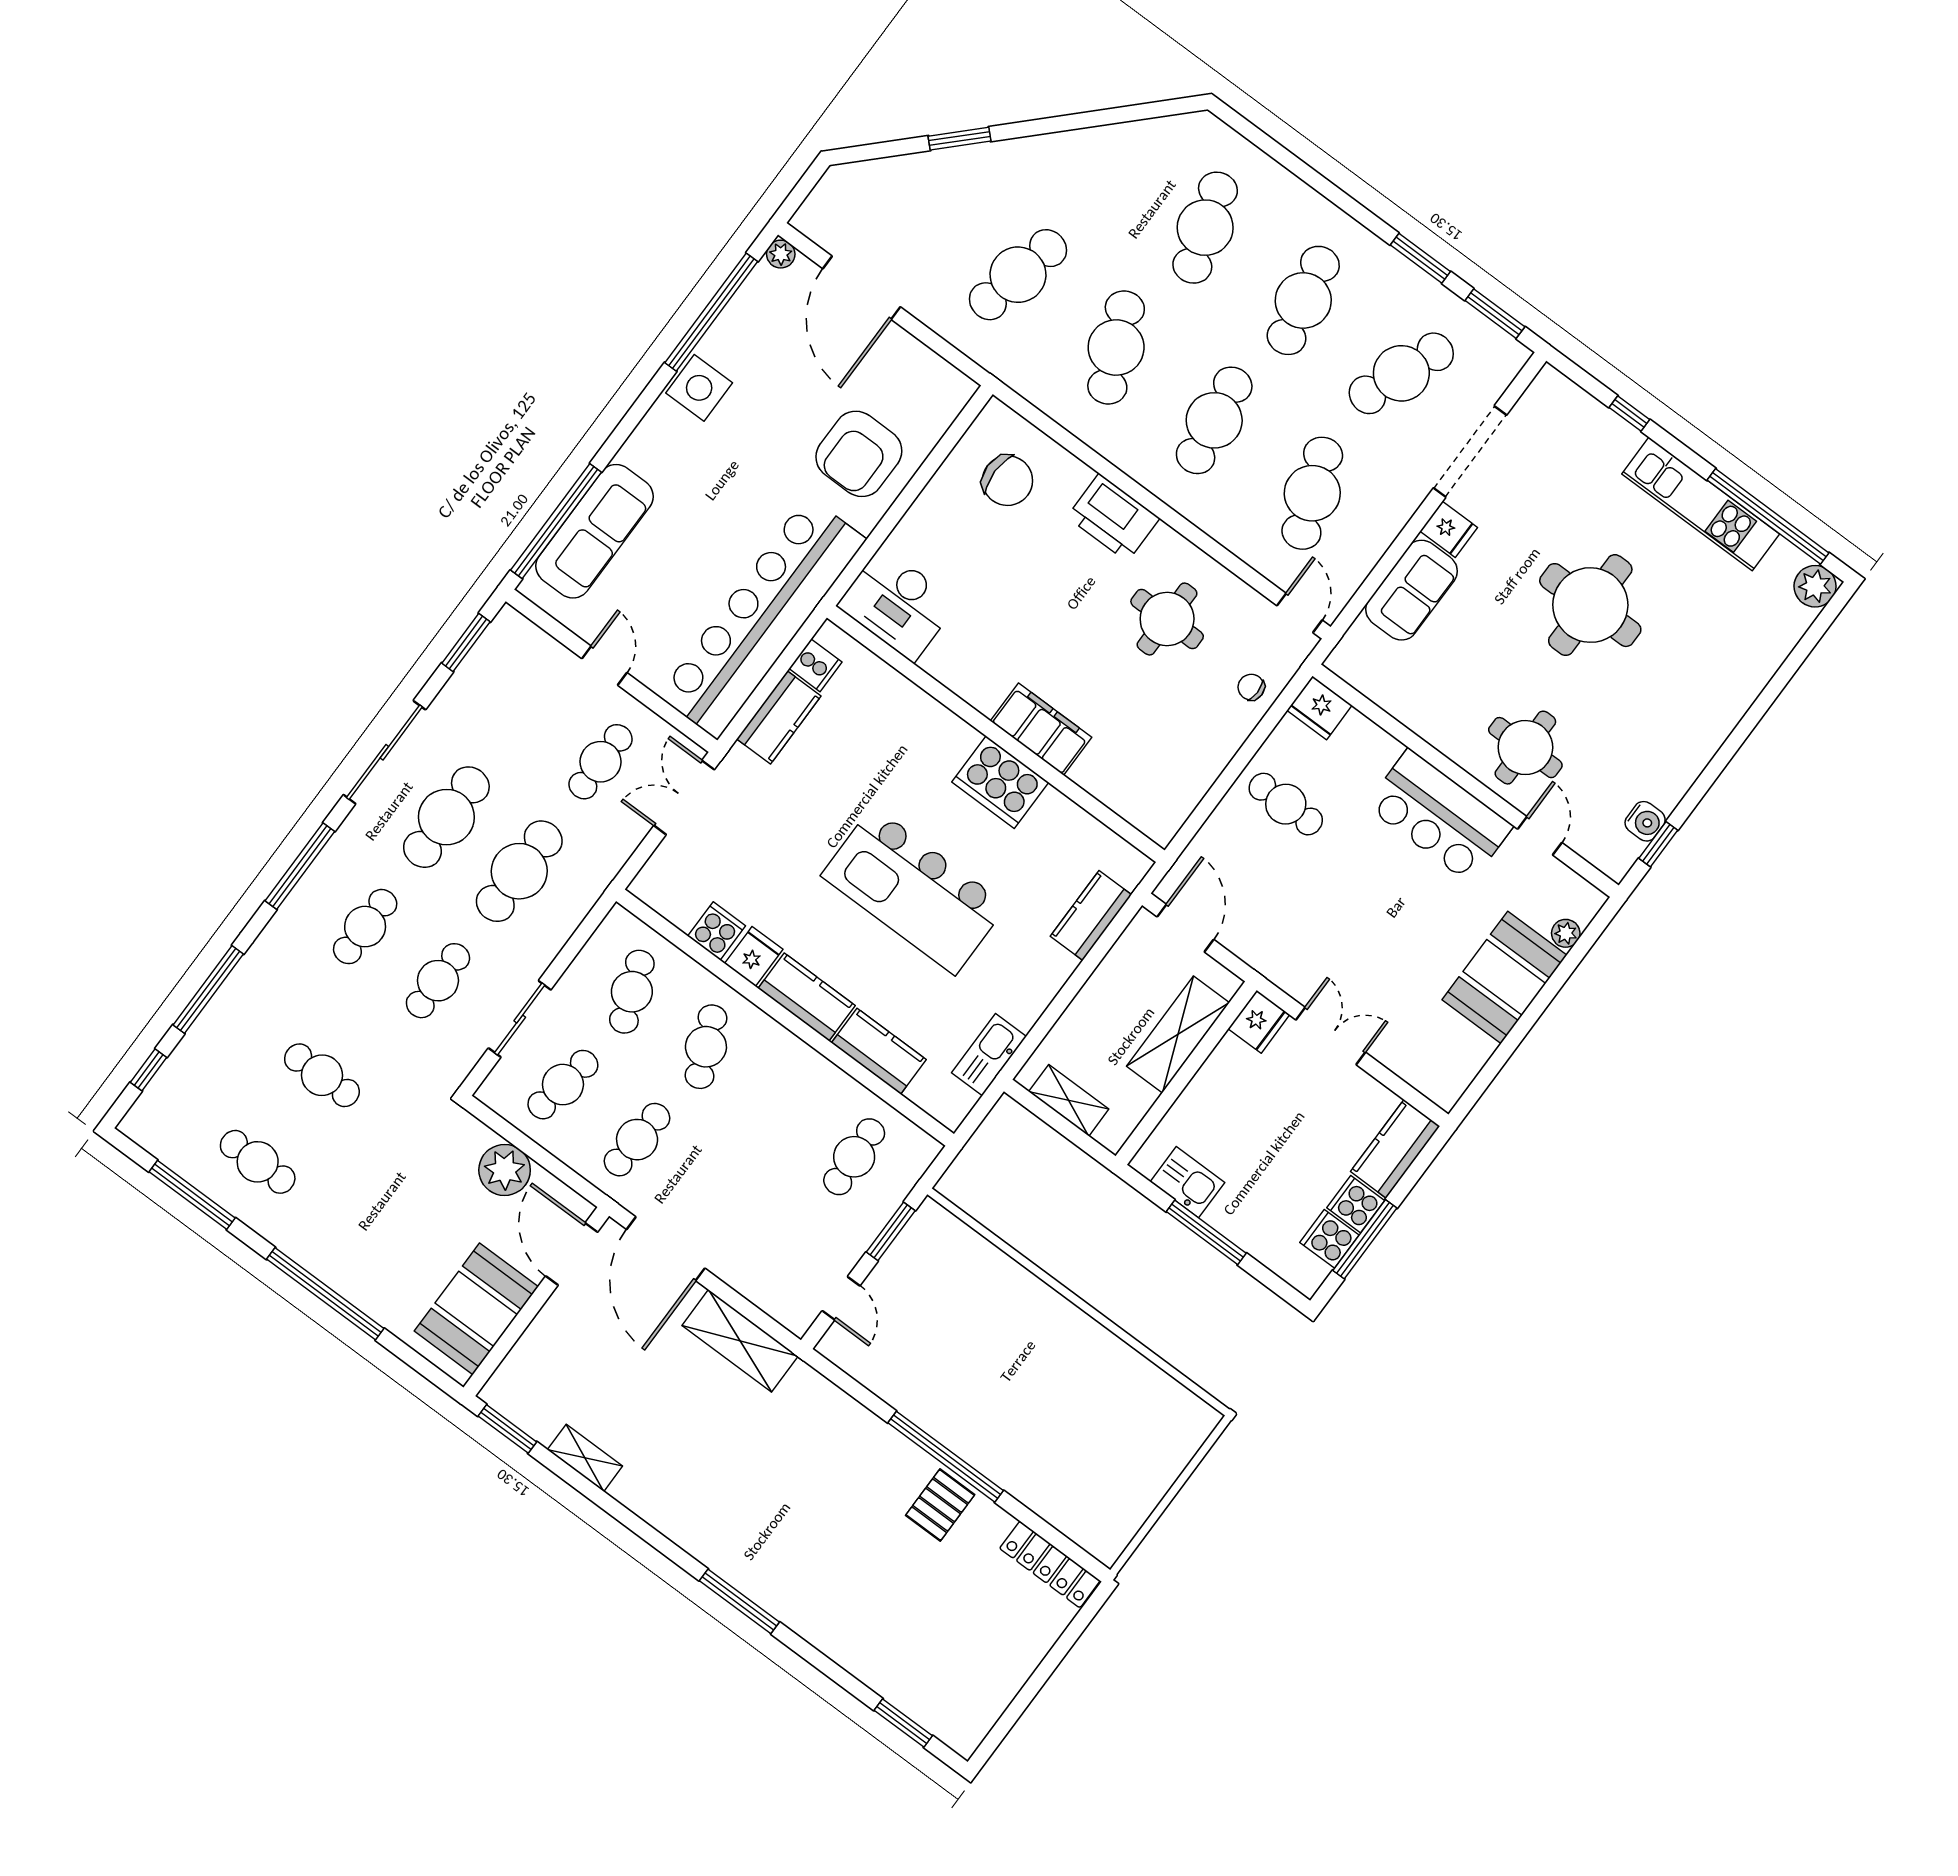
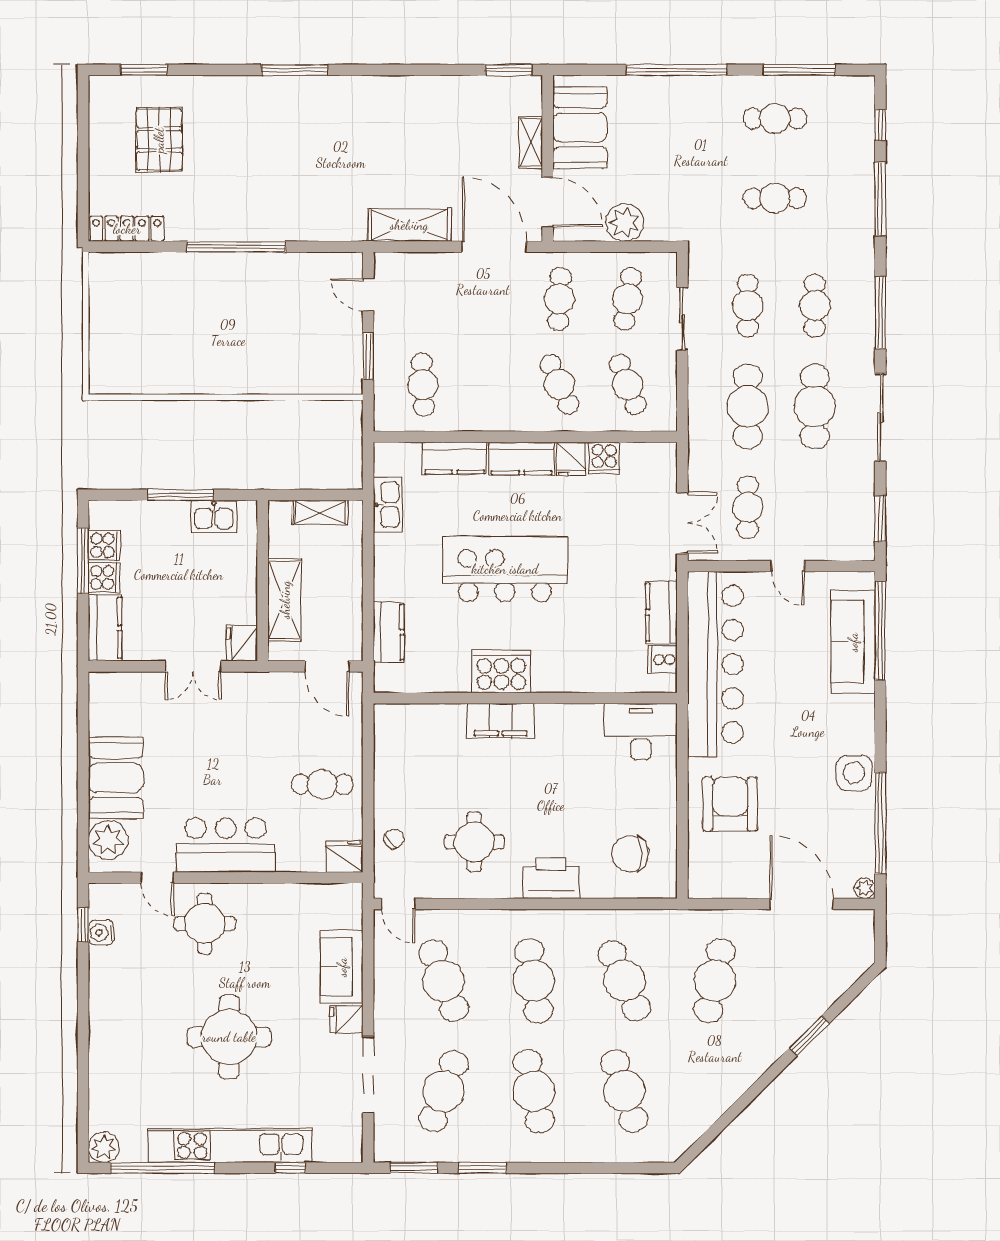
kitchen unit: (1701, 504) -> (230, 1146), width x1.36
chair: (1251, 687) -> (394, 839), turned -40
plant: (1566, 933) -> (108, 840), width x1.87, depth x1.87
shelving: (585, 1458) -> (531, 142), moved, turned 90
pallet: (940, 1505) -> (159, 140), moved, width x1.50, depth x1.42

